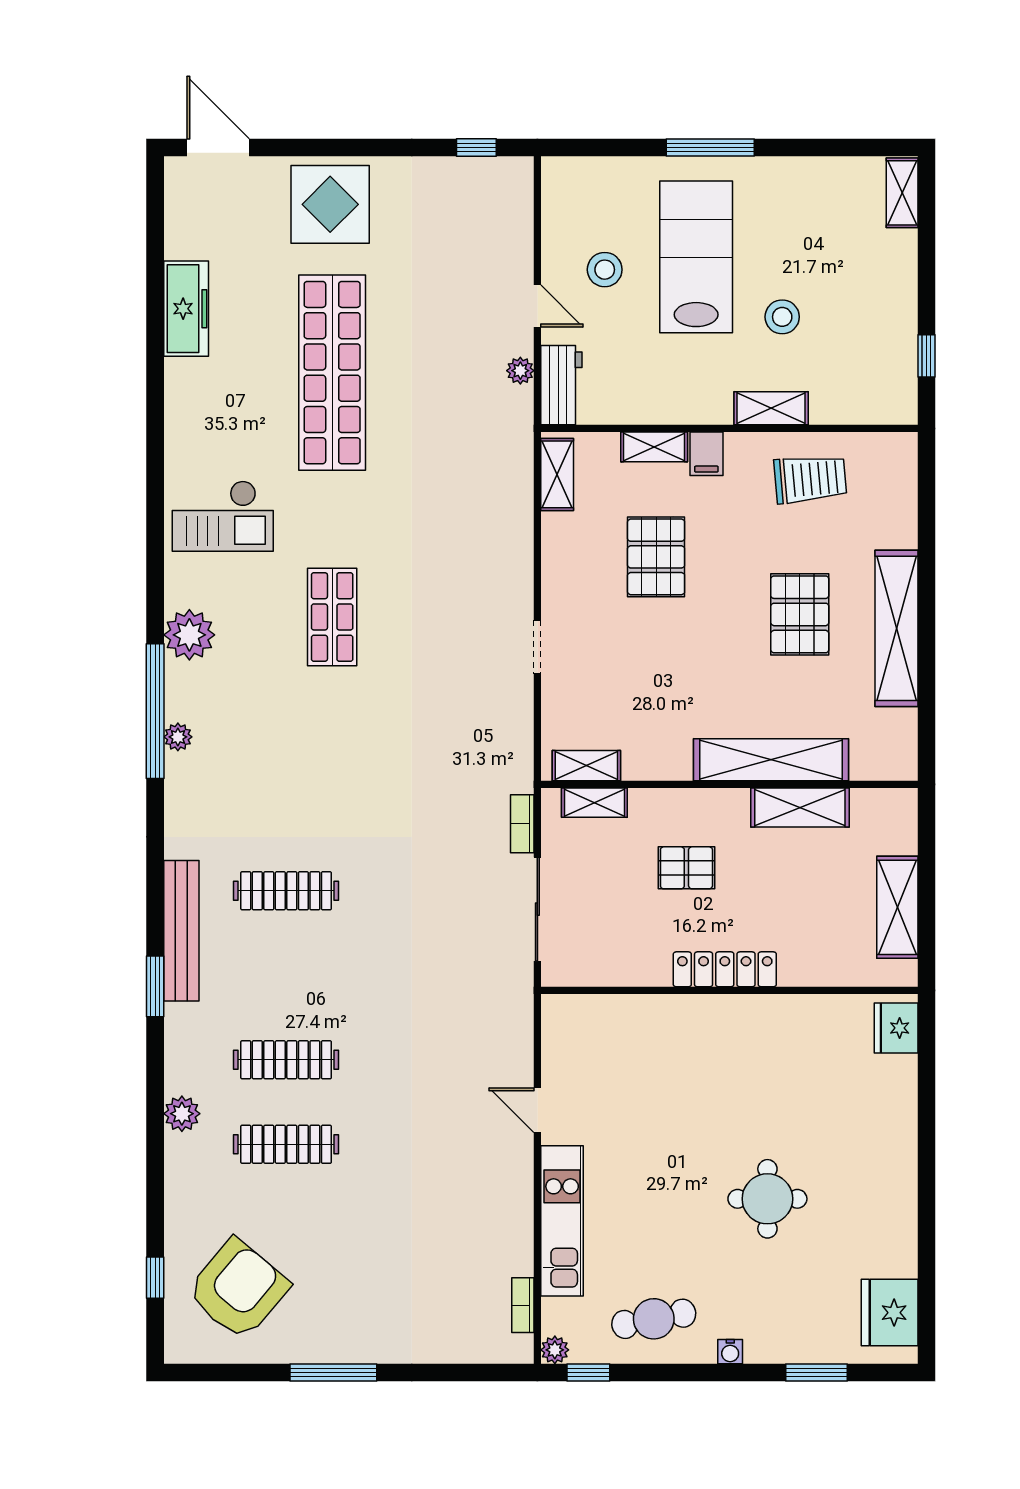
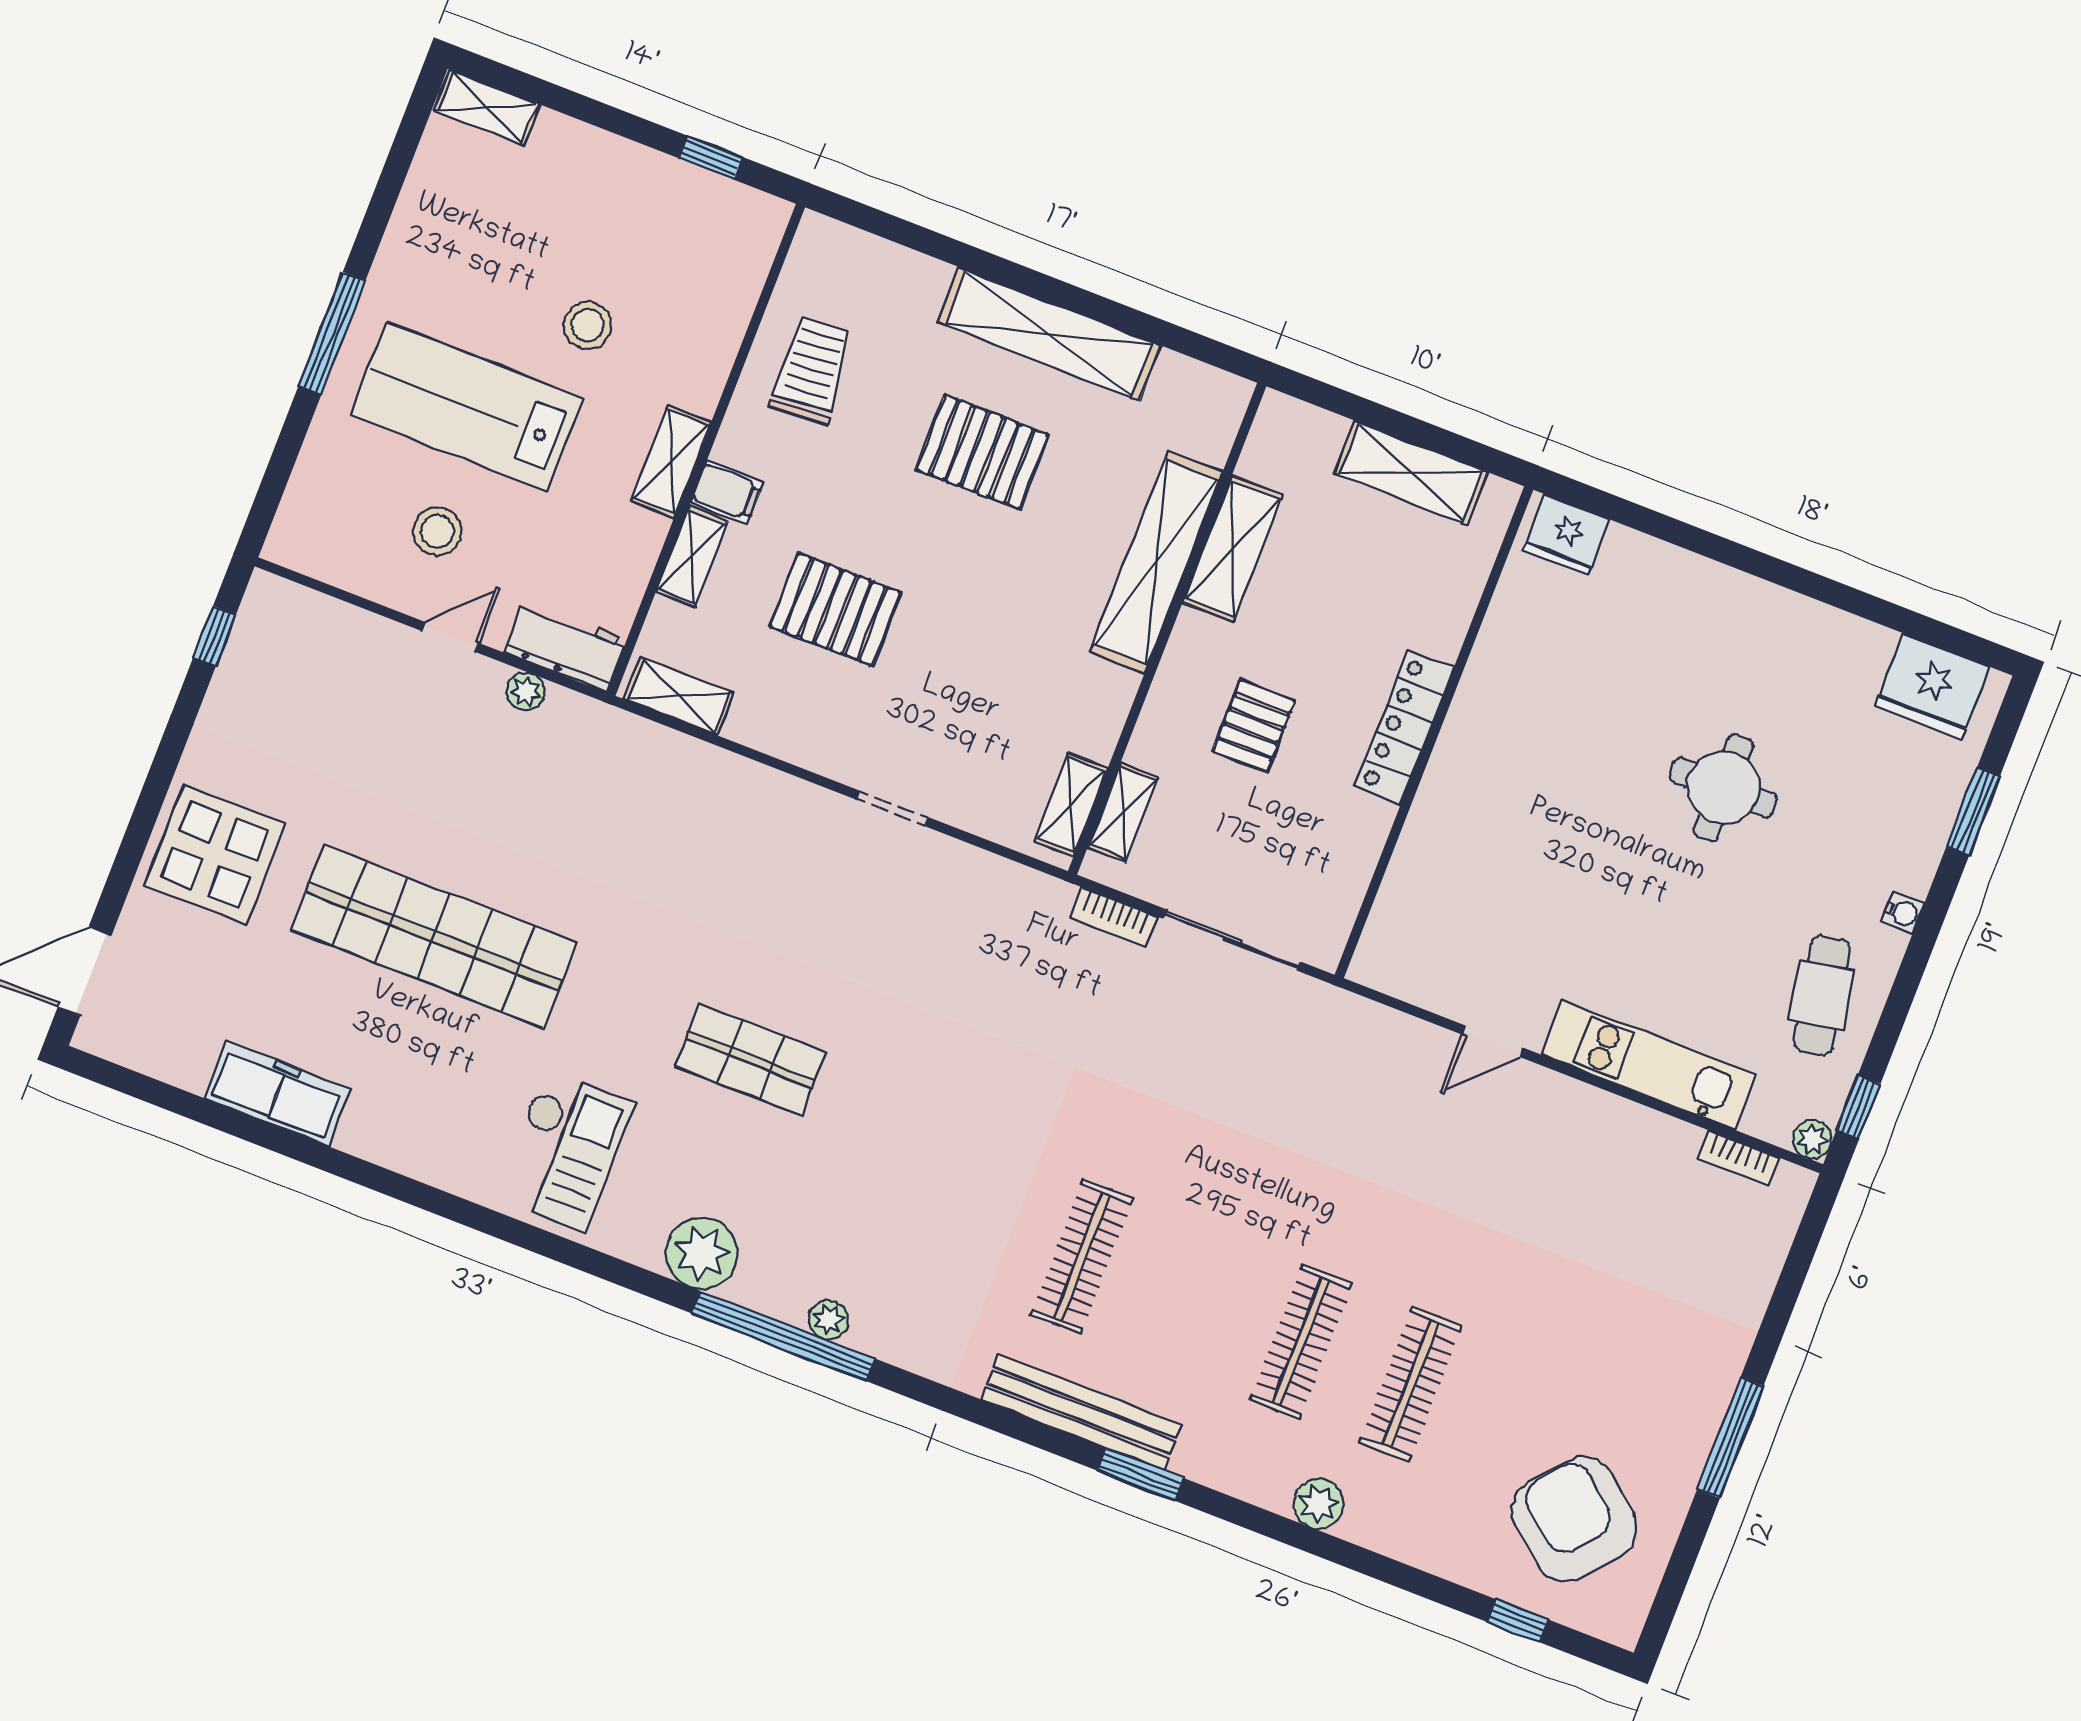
shelving: (771, 408) -> (671, 462), moved

